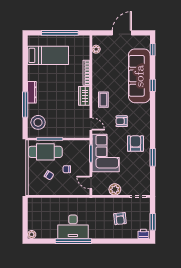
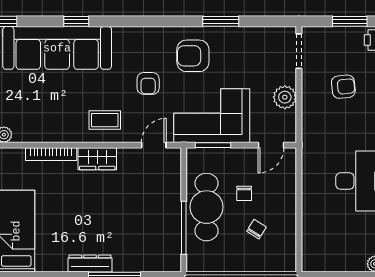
stool: (38, 122) -> (151, 251), removed
cafe table: (45, 152) -> (206, 207), moved

